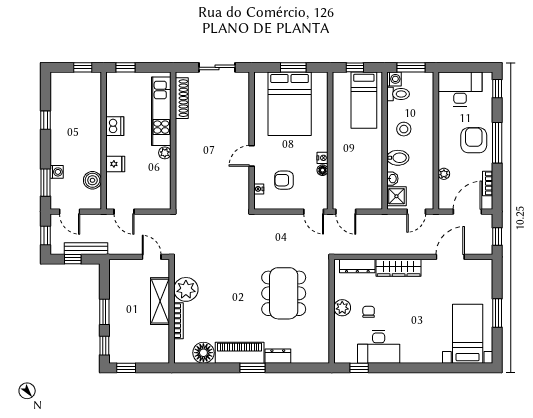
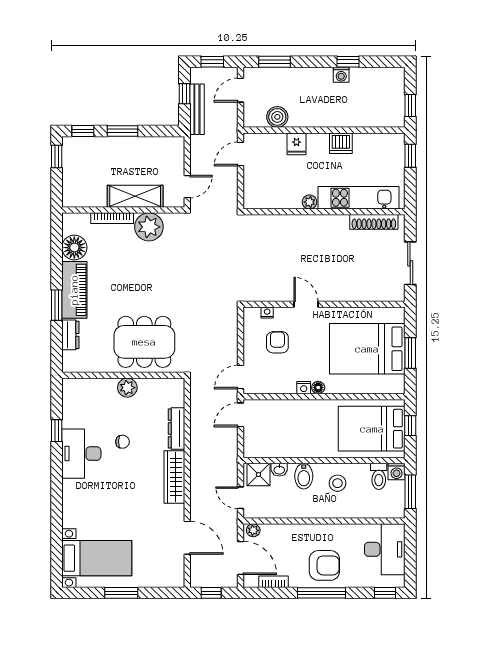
bed: (364, 100) -> (372, 429), width x1.50
floor lamp: (323, 170) -> (318, 388), moved
washing machine: (57, 172) -> (341, 75), moved
plant: (444, 174) -> (253, 530), moved
plant: (342, 308) -> (127, 388), moved
wall: (332, 311) -> (123, 375), moved

